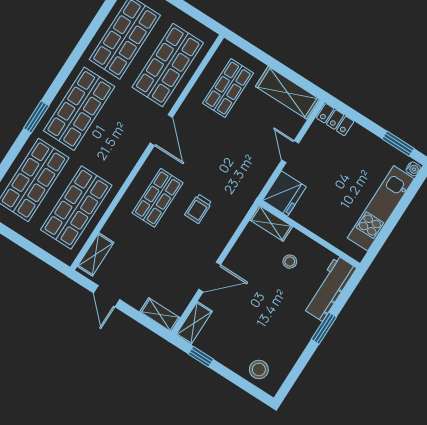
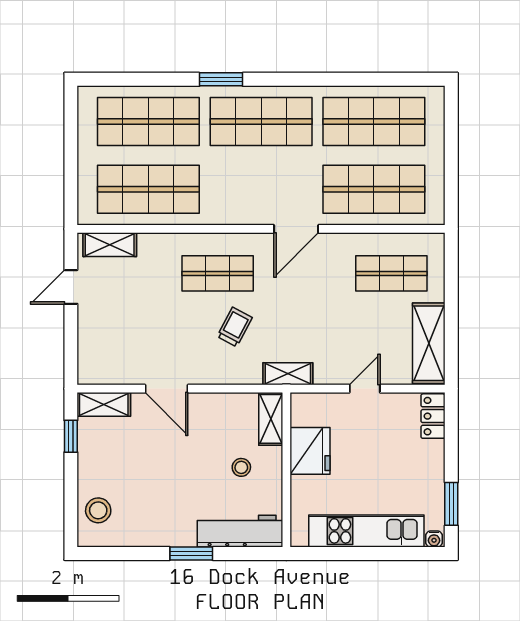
fridge: (284, 193) -> (310, 451), moved, turned -90
trolley: (198, 209) -> (235, 327), turned 118
shelving: (160, 315) -> (288, 374), moved, turned 90

